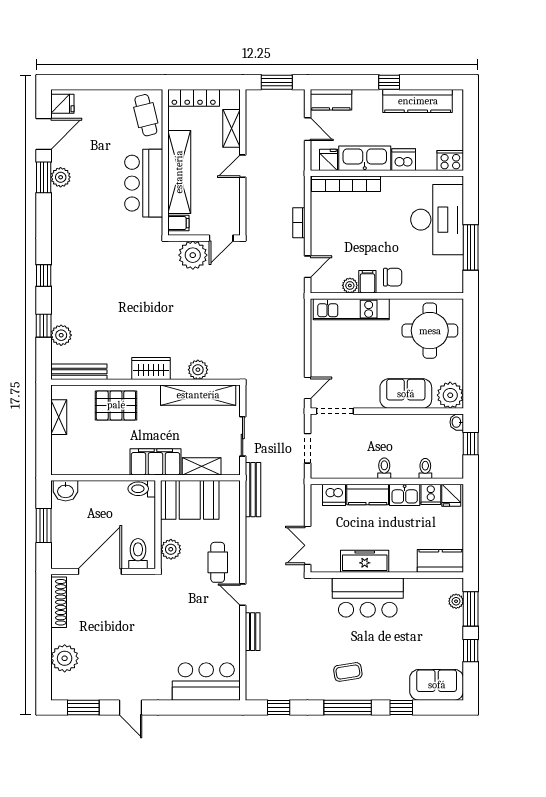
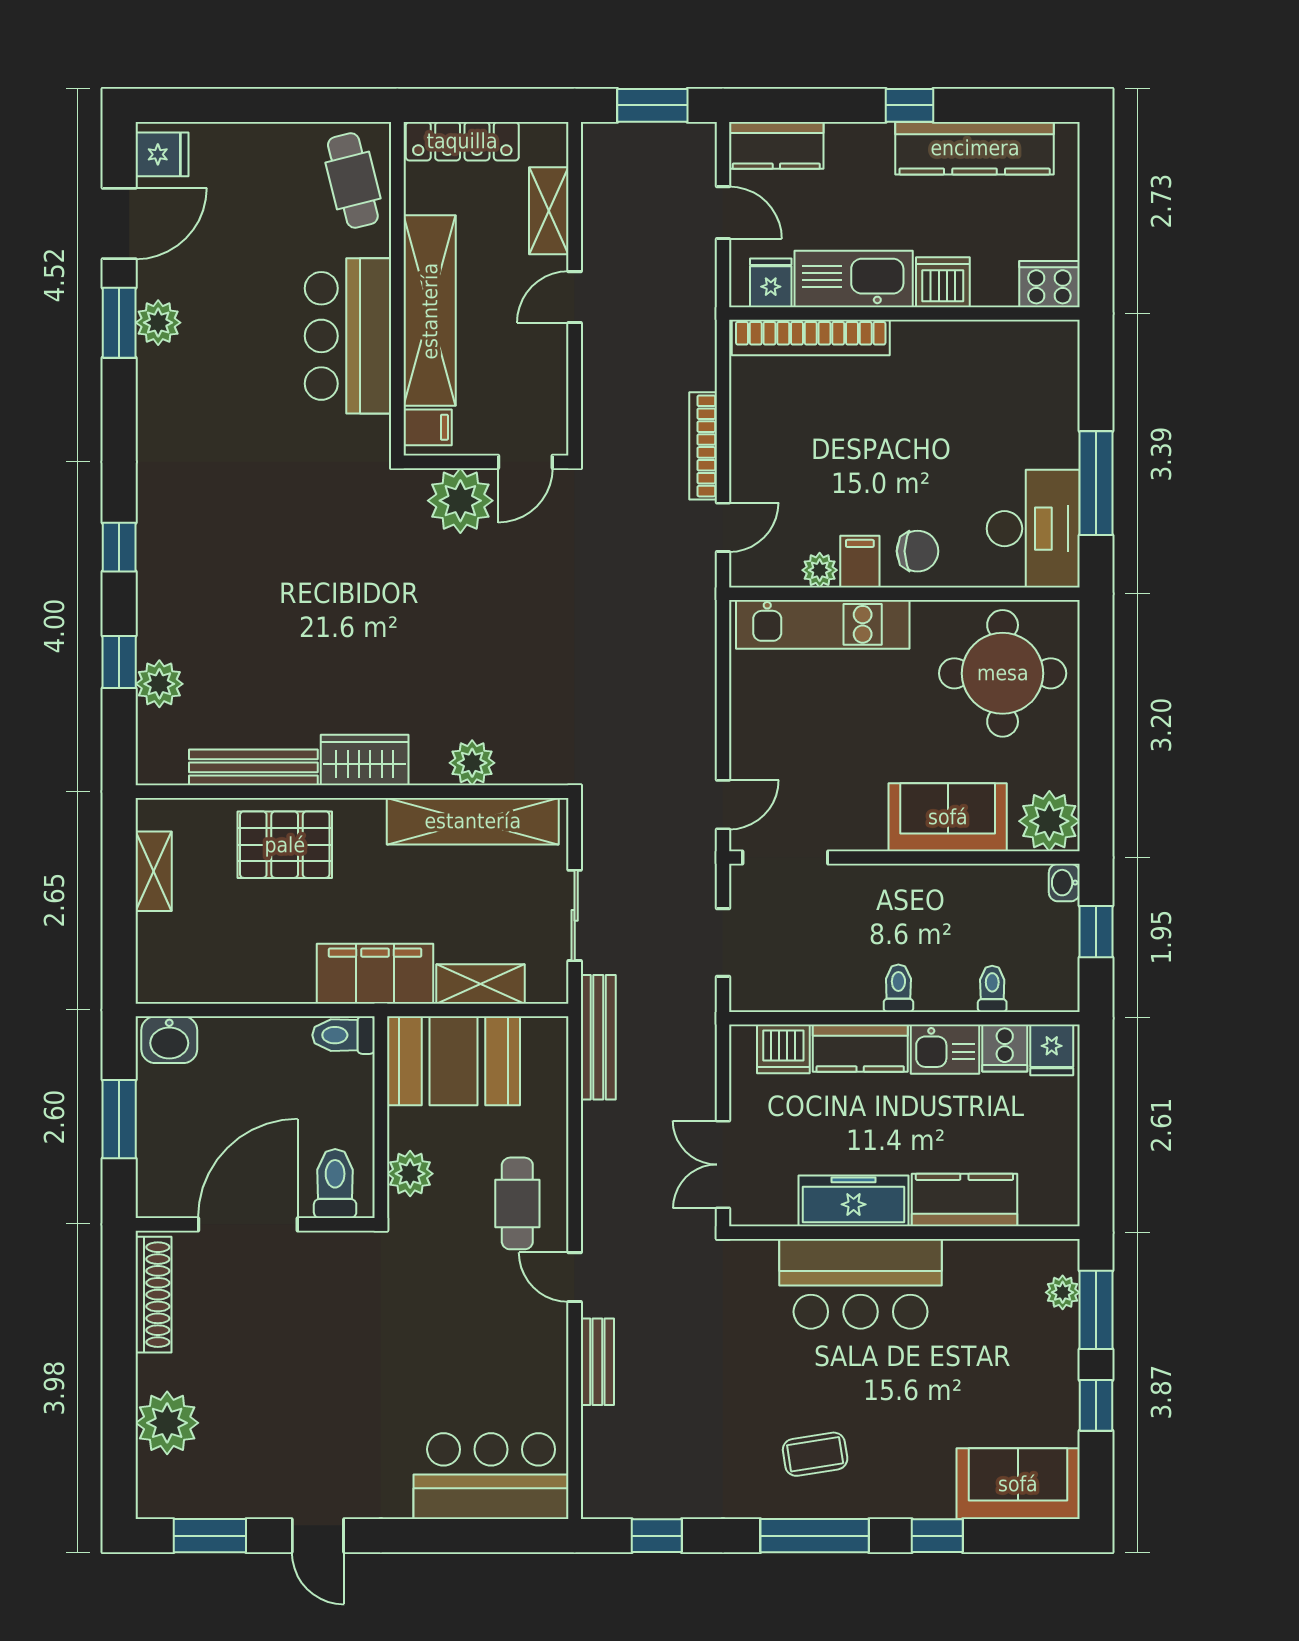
desk: (437, 220) -> (1033, 529), moved, width x0.73, depth x0.77
bookcase: (299, 223) -> (703, 446), width x1.56
bench: (79, 372) -> (253, 767), moved
kitchen counter: (440, 561) -> (964, 1200), moved

